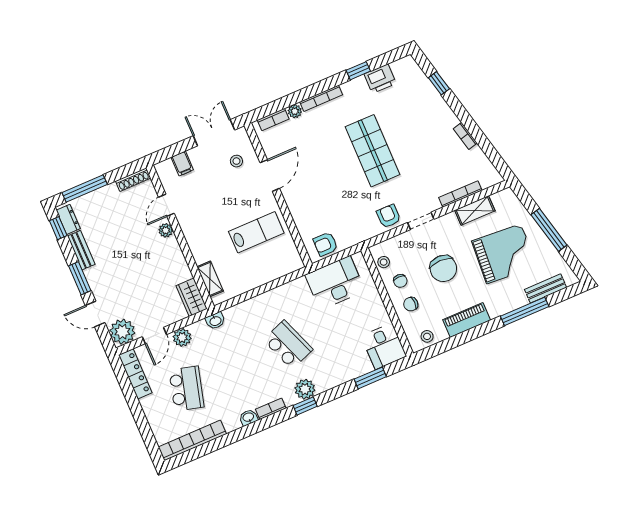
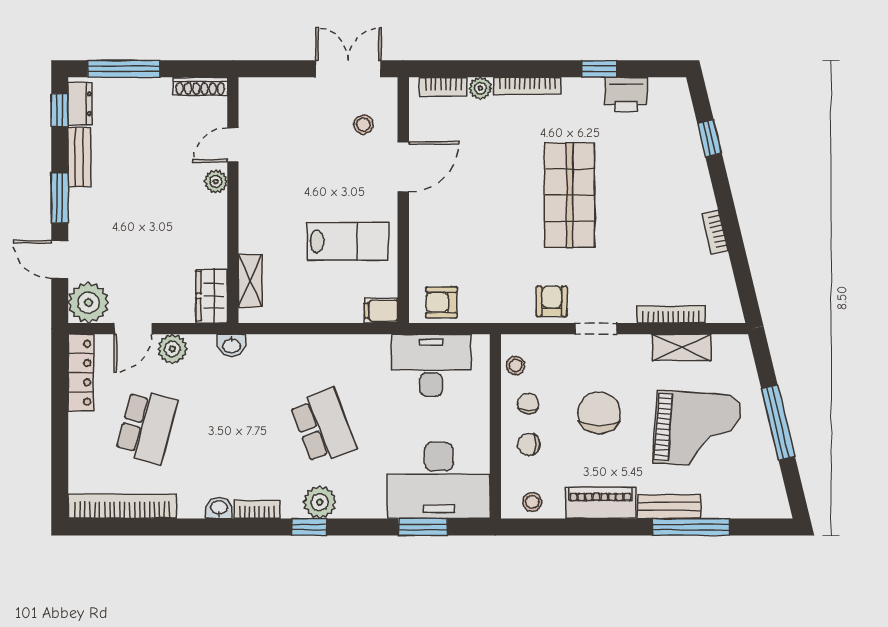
filing cabinet: (182, 164) -> (381, 311), moved, turned 90
chair: (443, 268) -> (599, 413), turned 180
chair: (400, 281) -> (528, 404), turned 180
bench: (546, 288) -> (669, 507), moved
desk: (384, 346) -> (439, 480), width x1.87, depth x1.30

